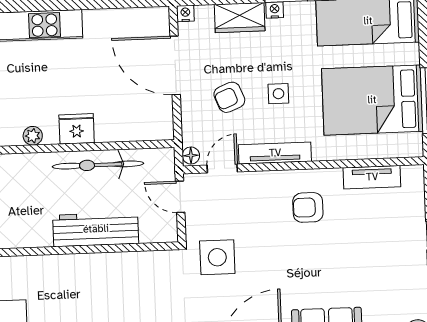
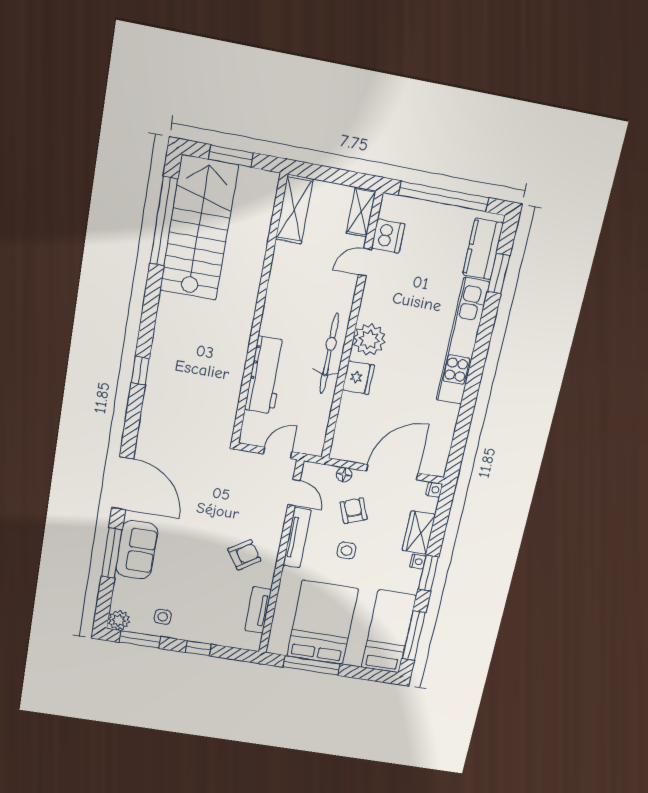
plant: (33, 136) -> (369, 340), width x1.88, depth x1.88
floor lamp: (191, 155) -> (344, 475), moved
bicycle: (98, 165) -> (329, 354), moved
armchair: (308, 207) -> (244, 555), turned 56
side table: (217, 257) -> (163, 617), moved, width x0.54, depth x0.54

